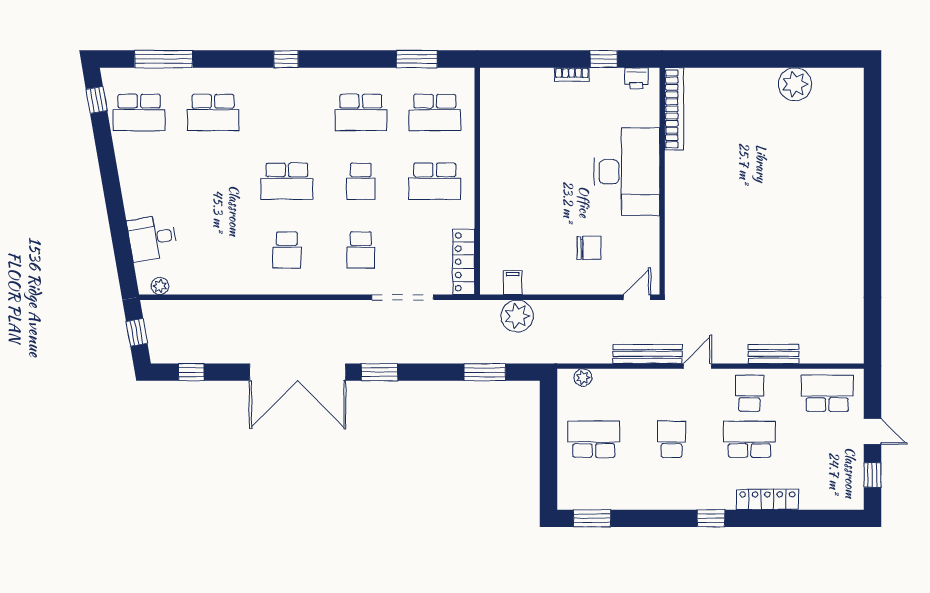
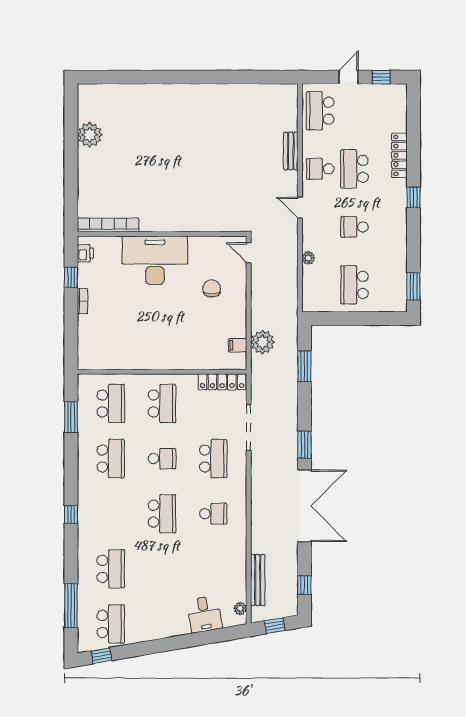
school desk: (361, 250) -> (213, 459), width x1.85
bench: (648, 354) -> (258, 580), moved
plant: (583, 378) -> (308, 258), moved

